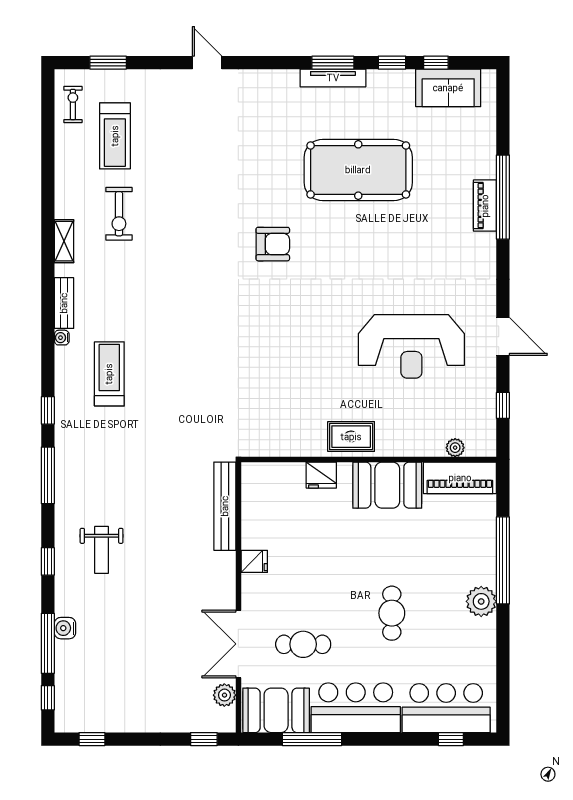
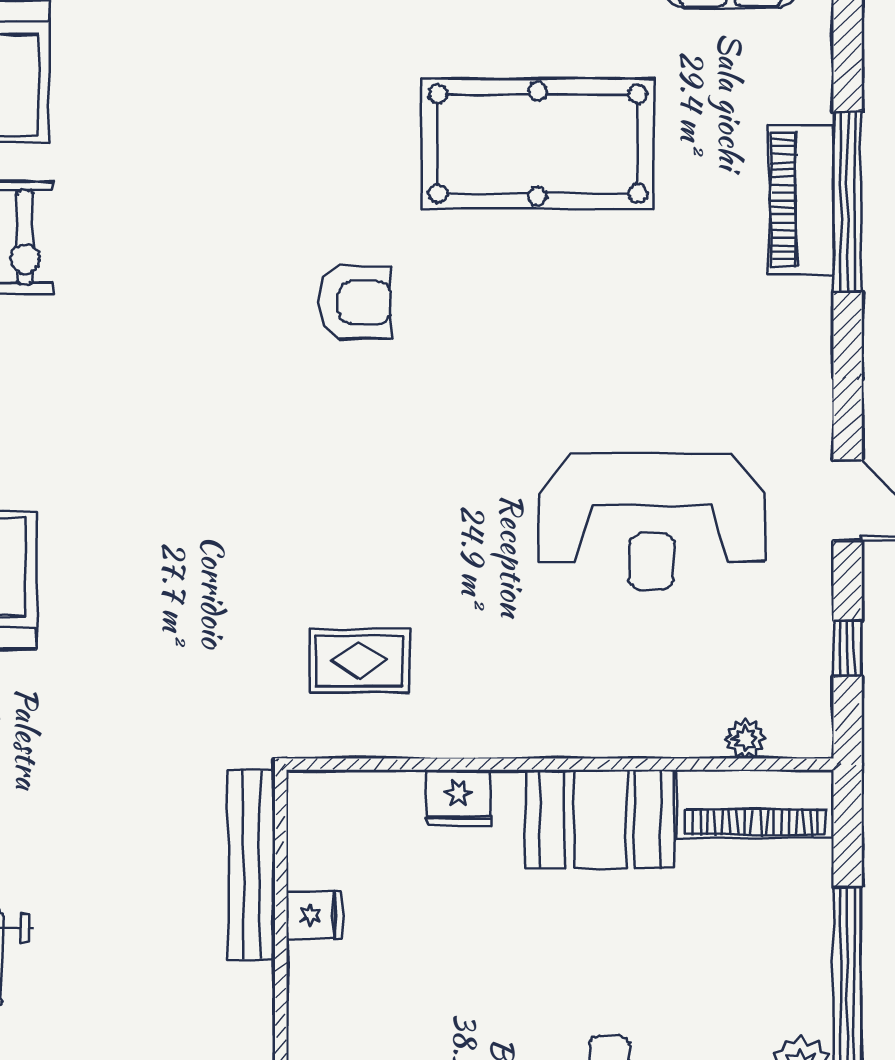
piano: (485, 206) -> (801, 200), width x1.37, depth x1.33
rug: (351, 437) -> (359, 661), moved
fridge: (254, 561) -> (315, 916), moved

